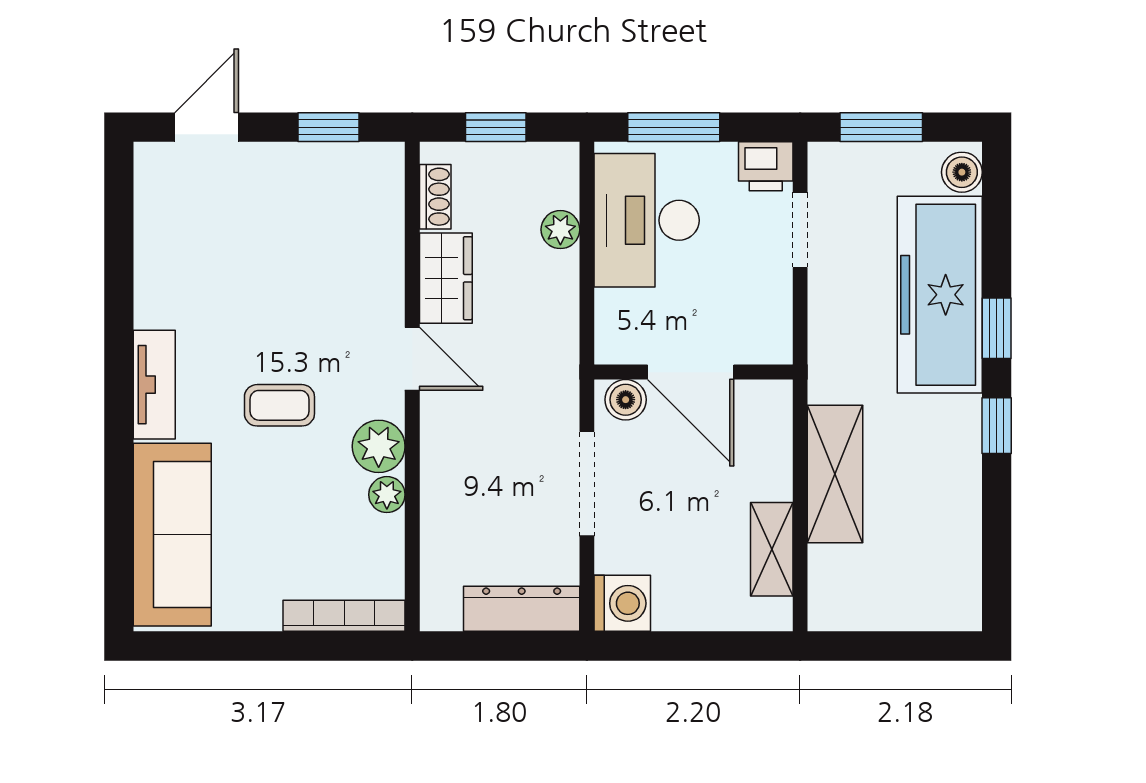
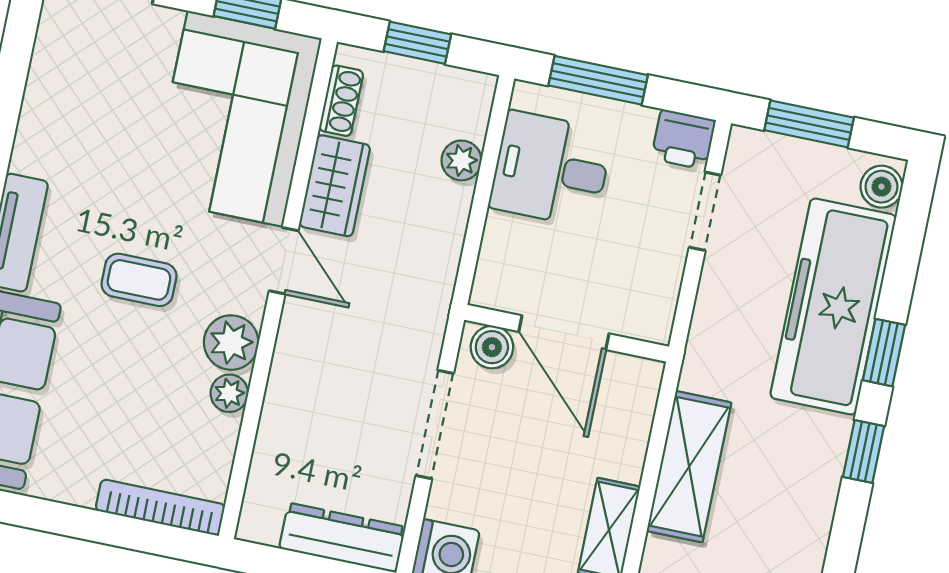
desk: (647, 220) -> (551, 169), width x0.73
corner sofa: (339, 234) -> (235, 119), added

